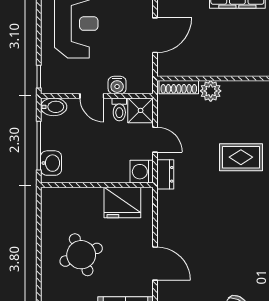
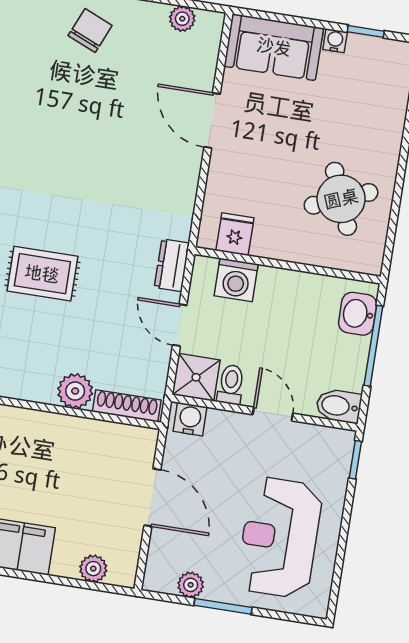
door: (155, 35) -> (152, 498), swing flipped
water cooler: (117, 85) -> (190, 419), moved
washing machine: (142, 172) -> (236, 280), moved, turned 90
fridge: (122, 203) -> (235, 234), width x0.53, depth x0.75
round table: (81, 255) -> (341, 199), moved

